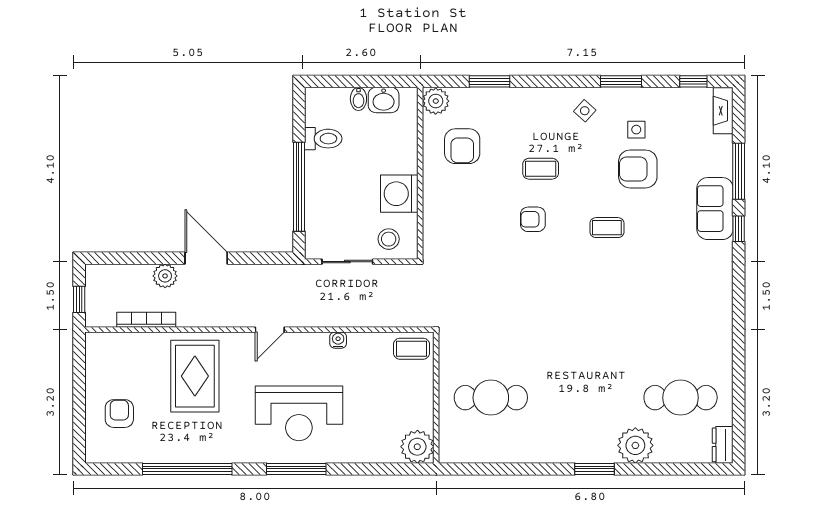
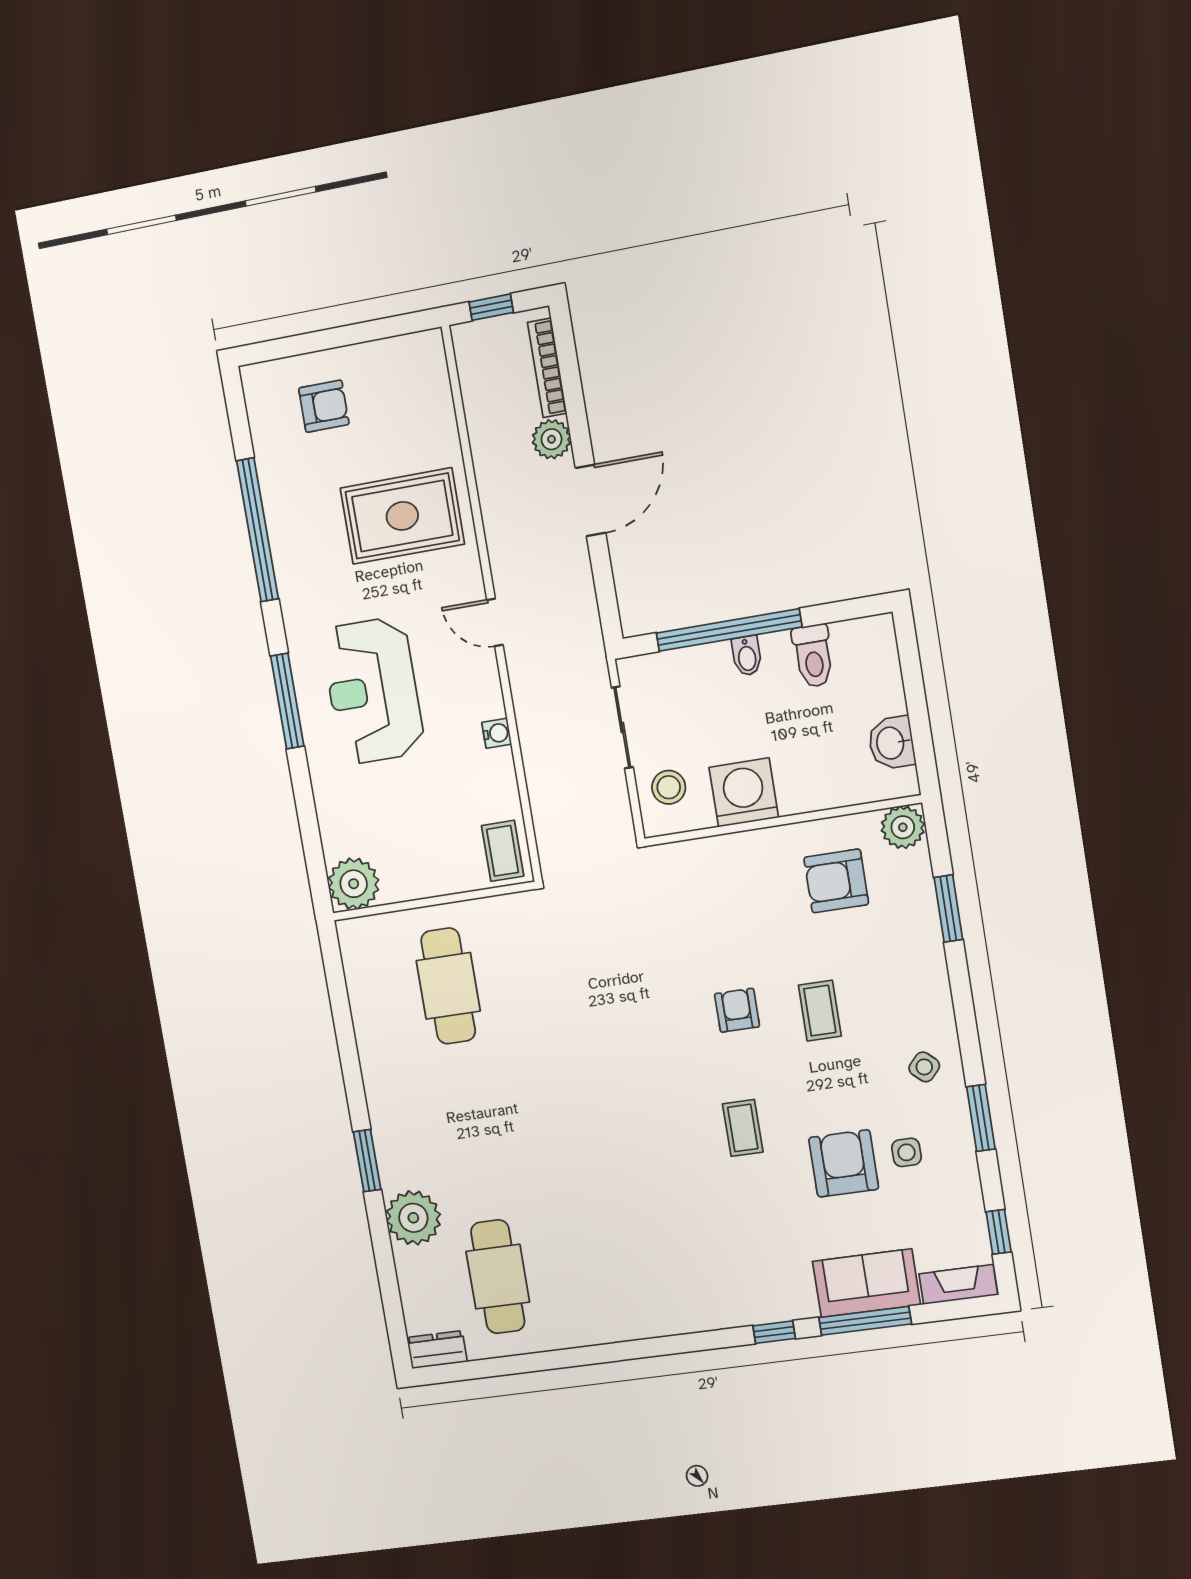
bidet: (358, 99) -> (747, 656), moved, turned -90
sofa: (715, 209) -> (866, 1283), moved
bookcase: (146, 320) -> (547, 368), moved, turned 180

